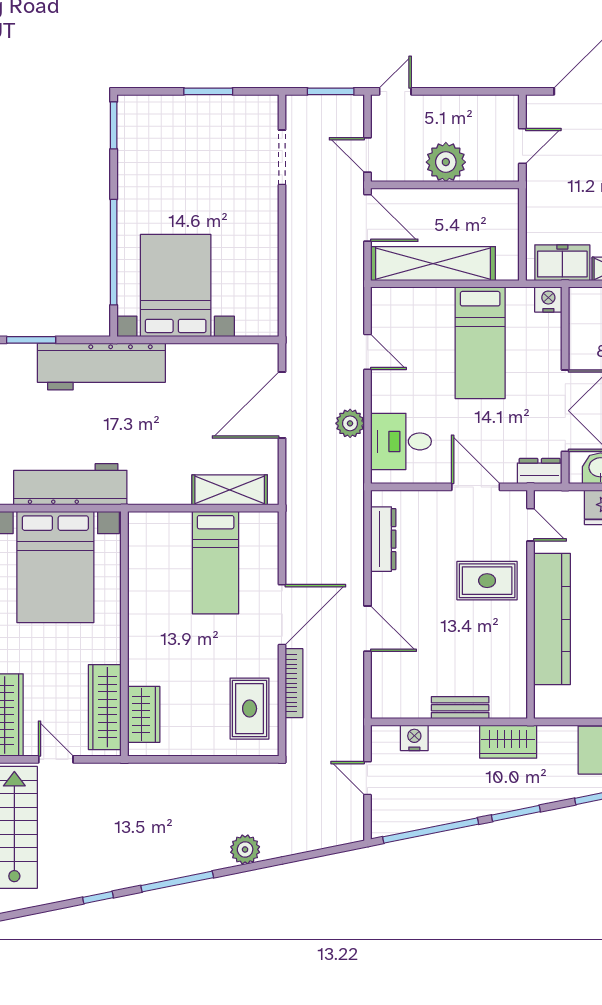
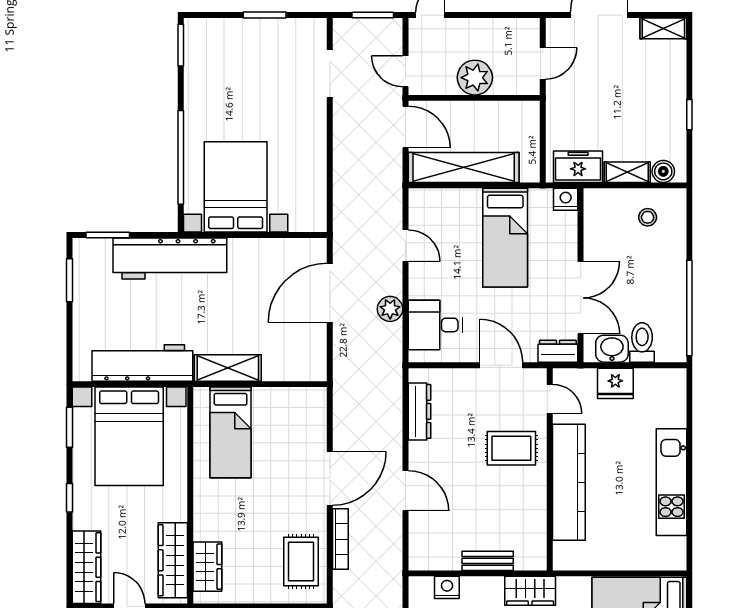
shelving: (230, 490) -> (228, 368), moved
bed: (216, 563) -> (230, 432), moved

